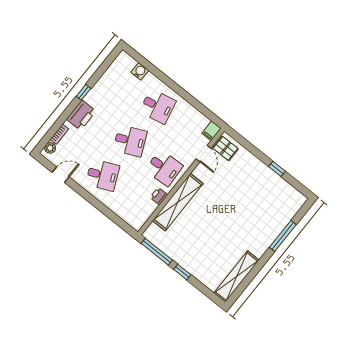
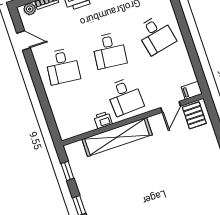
desk: (130, 141) -> (109, 51), turned 30
desk: (103, 175) -> (63, 66), turned 30
window: (157, 252) -> (67, 171), width x0.46

